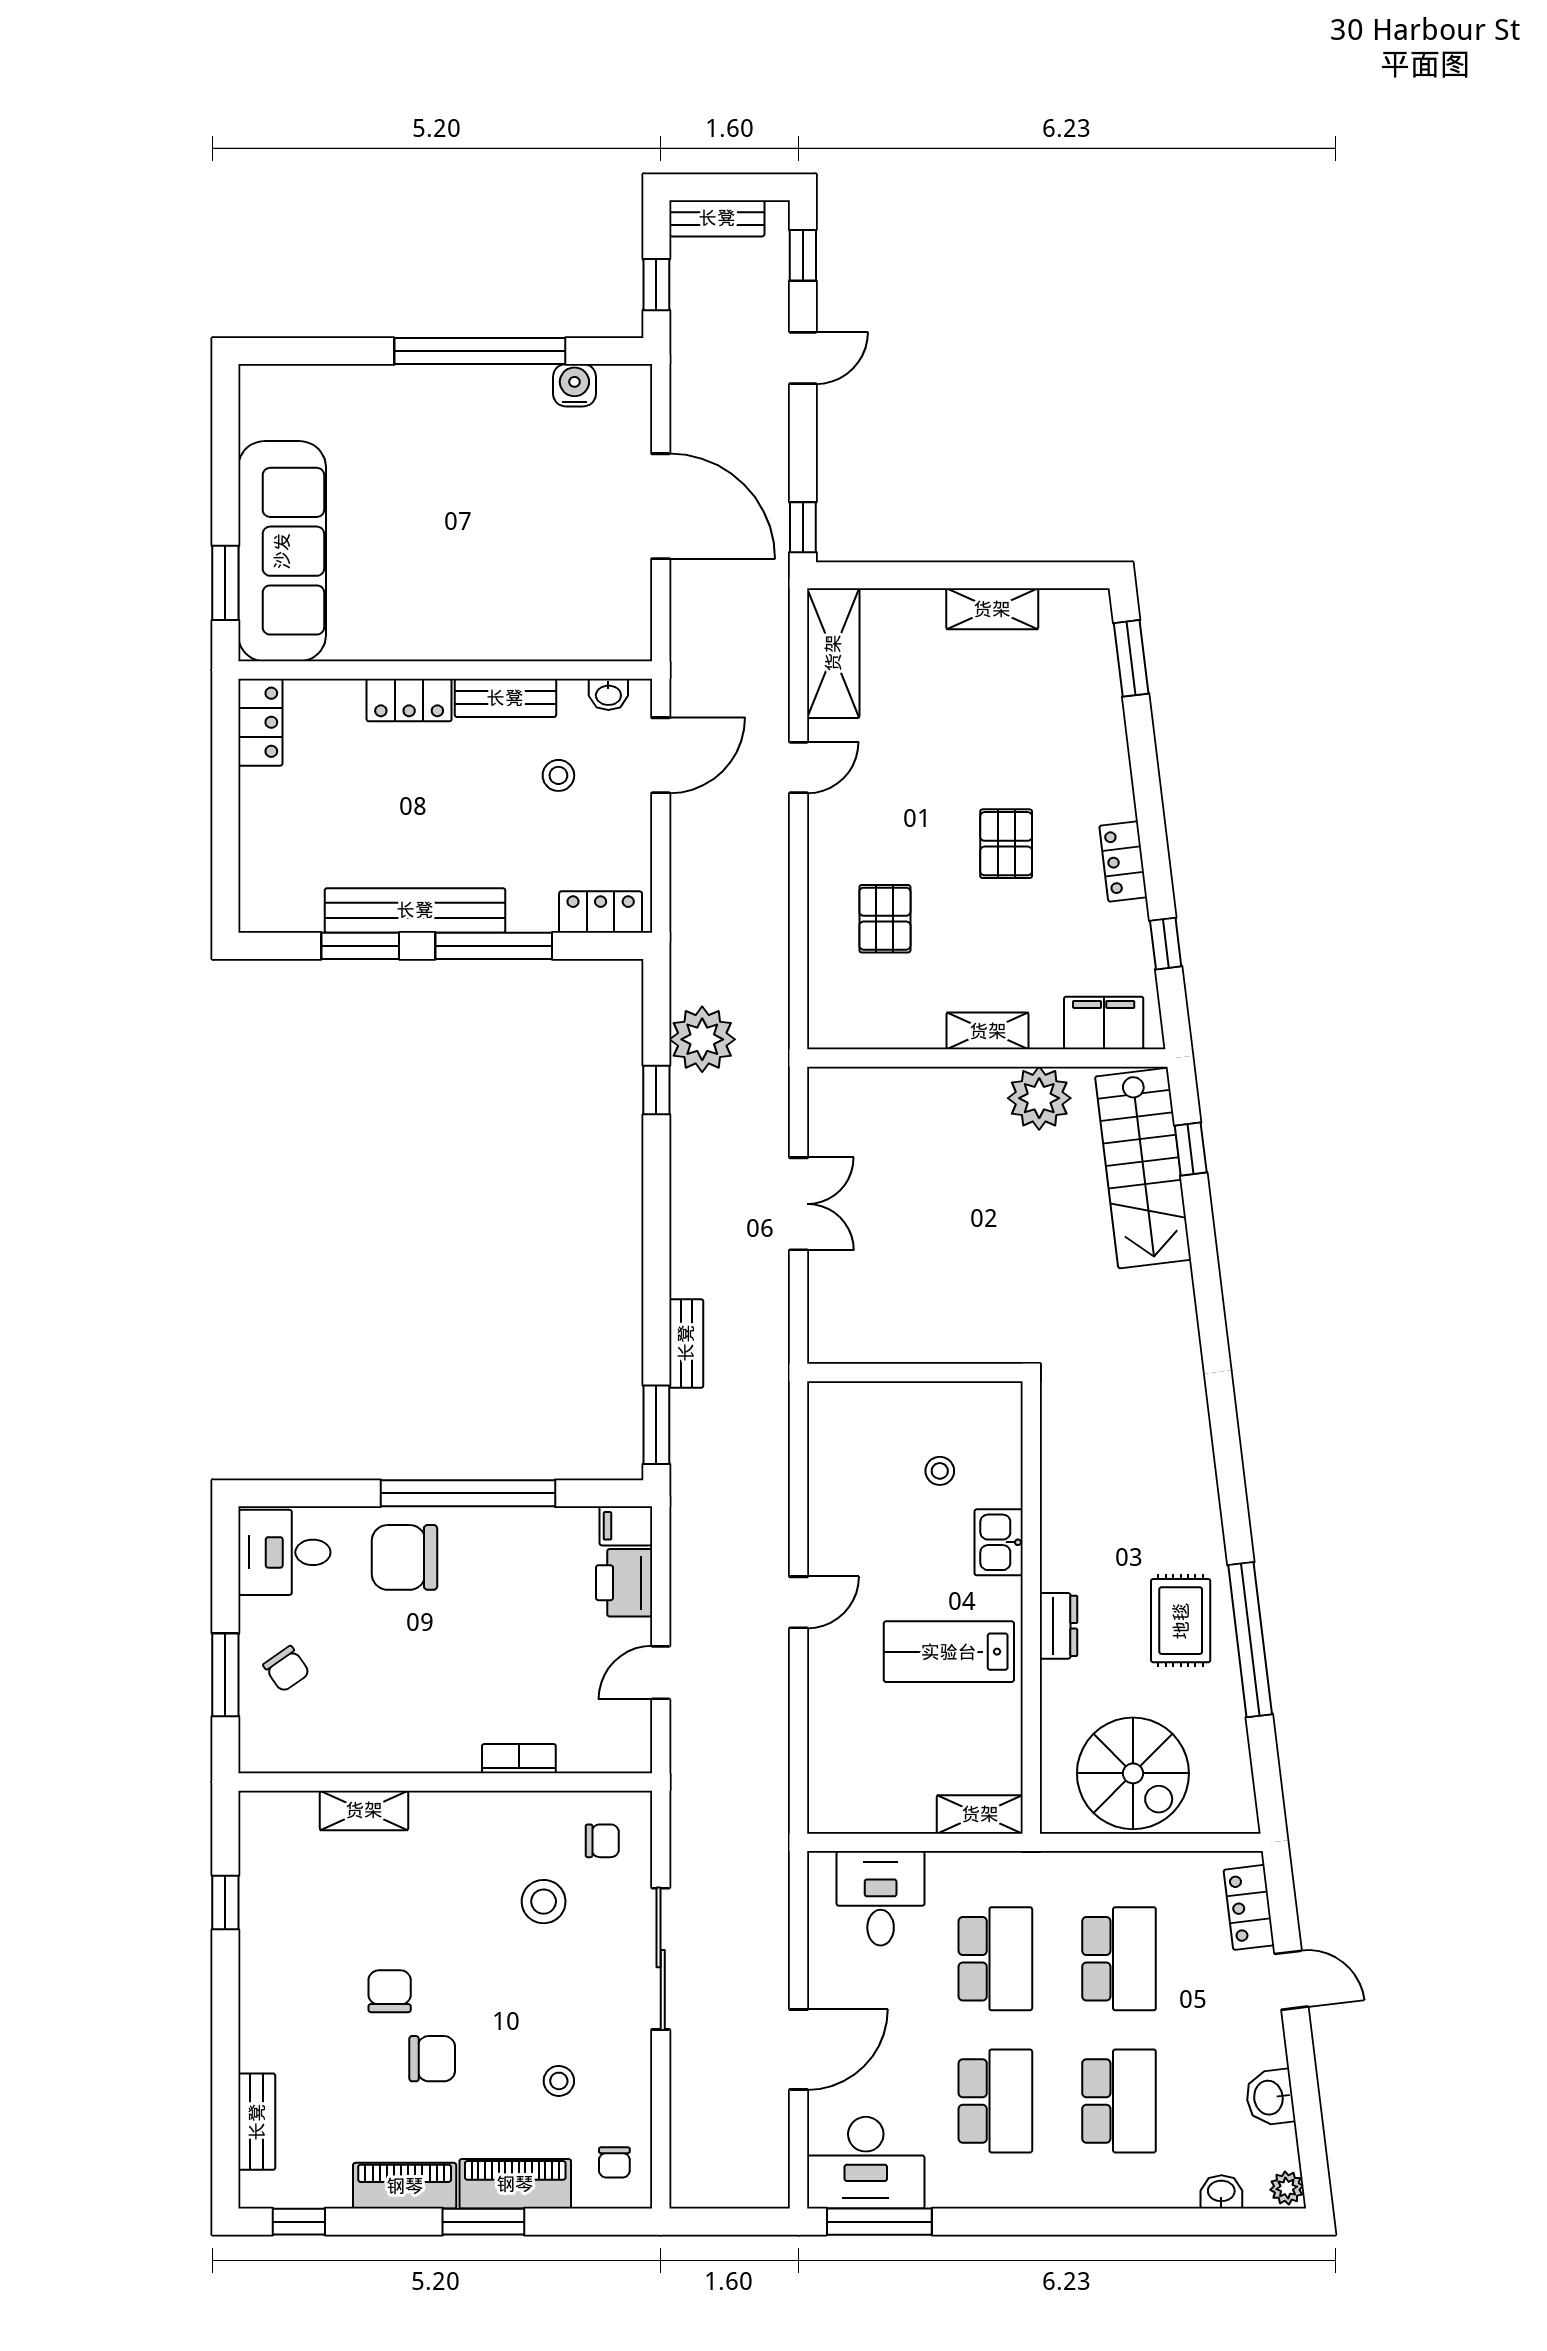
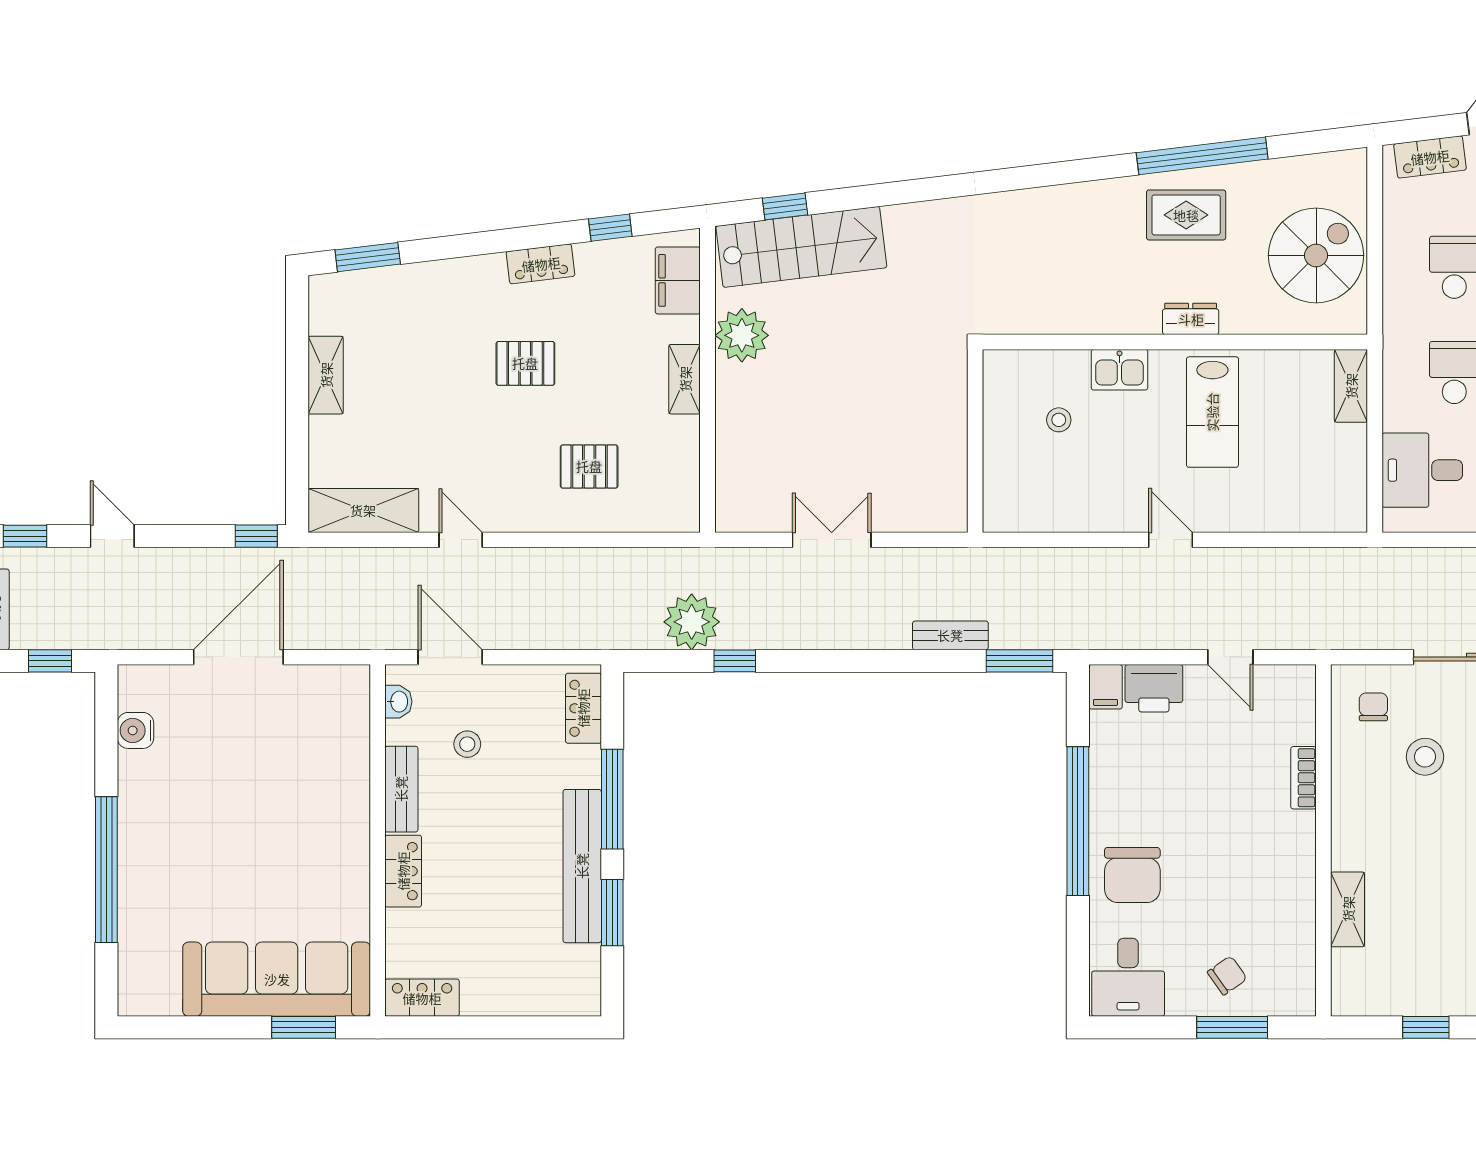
window: (480, 351) -> (106, 870), moved

